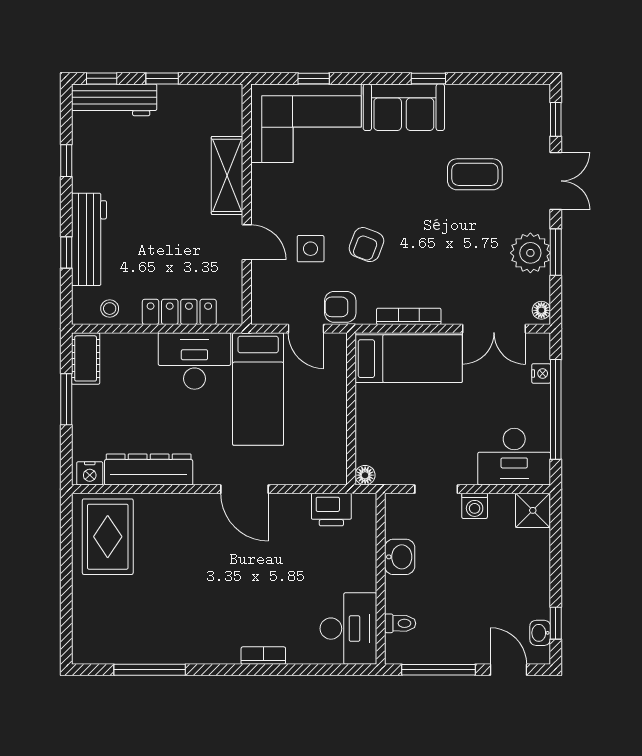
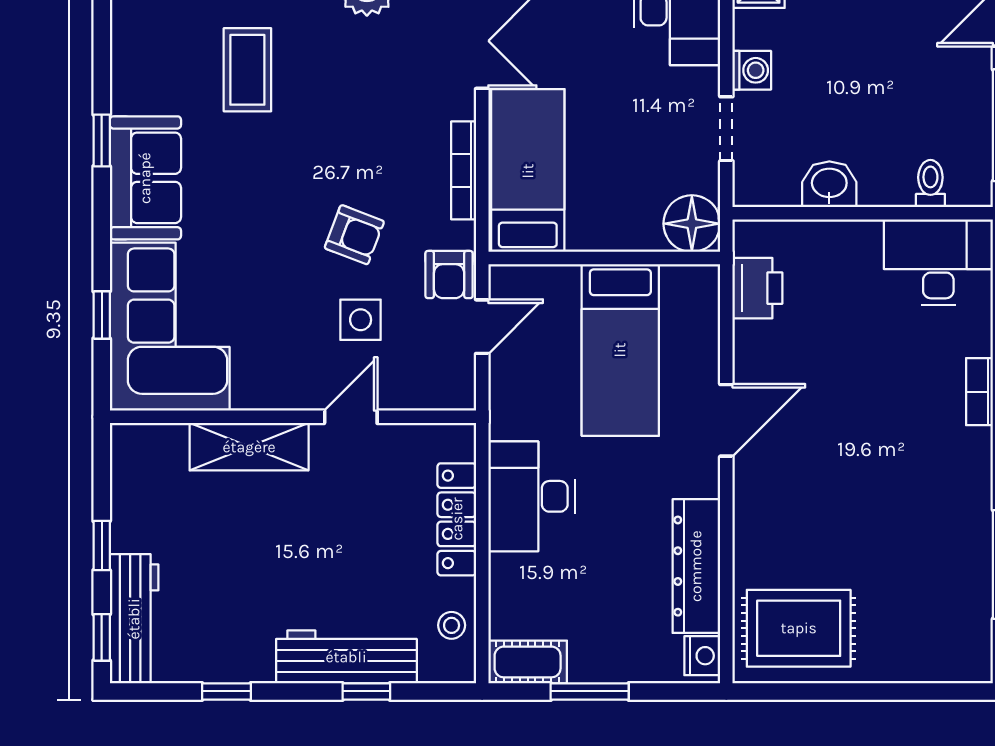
bed: (258, 389) -> (620, 350), moved, turned 90
floor lamp: (365, 475) -> (692, 224), width x1.89, depth x1.89

